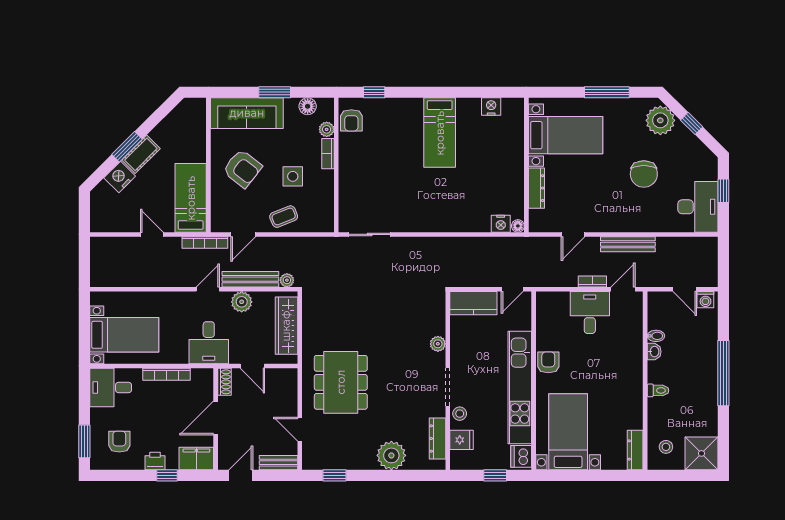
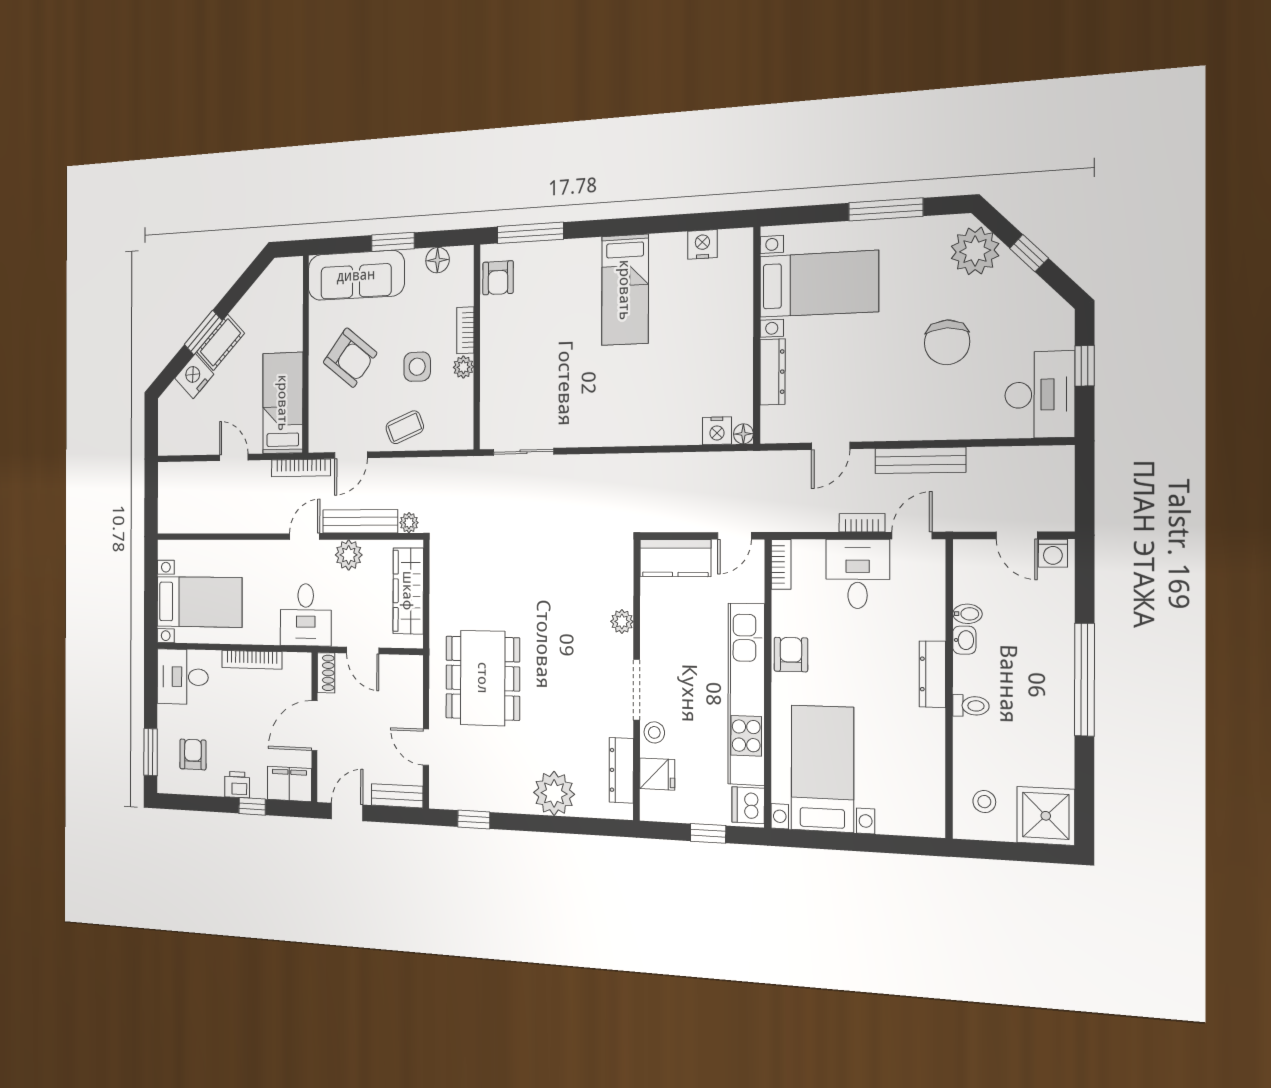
window: (374, 92) -> (530, 233), width x2.17
plant: (327, 129) -> (463, 367), moved
bookcase: (542, 307) -> (781, 564), added
dresser: (635, 450) -> (932, 674), moved

